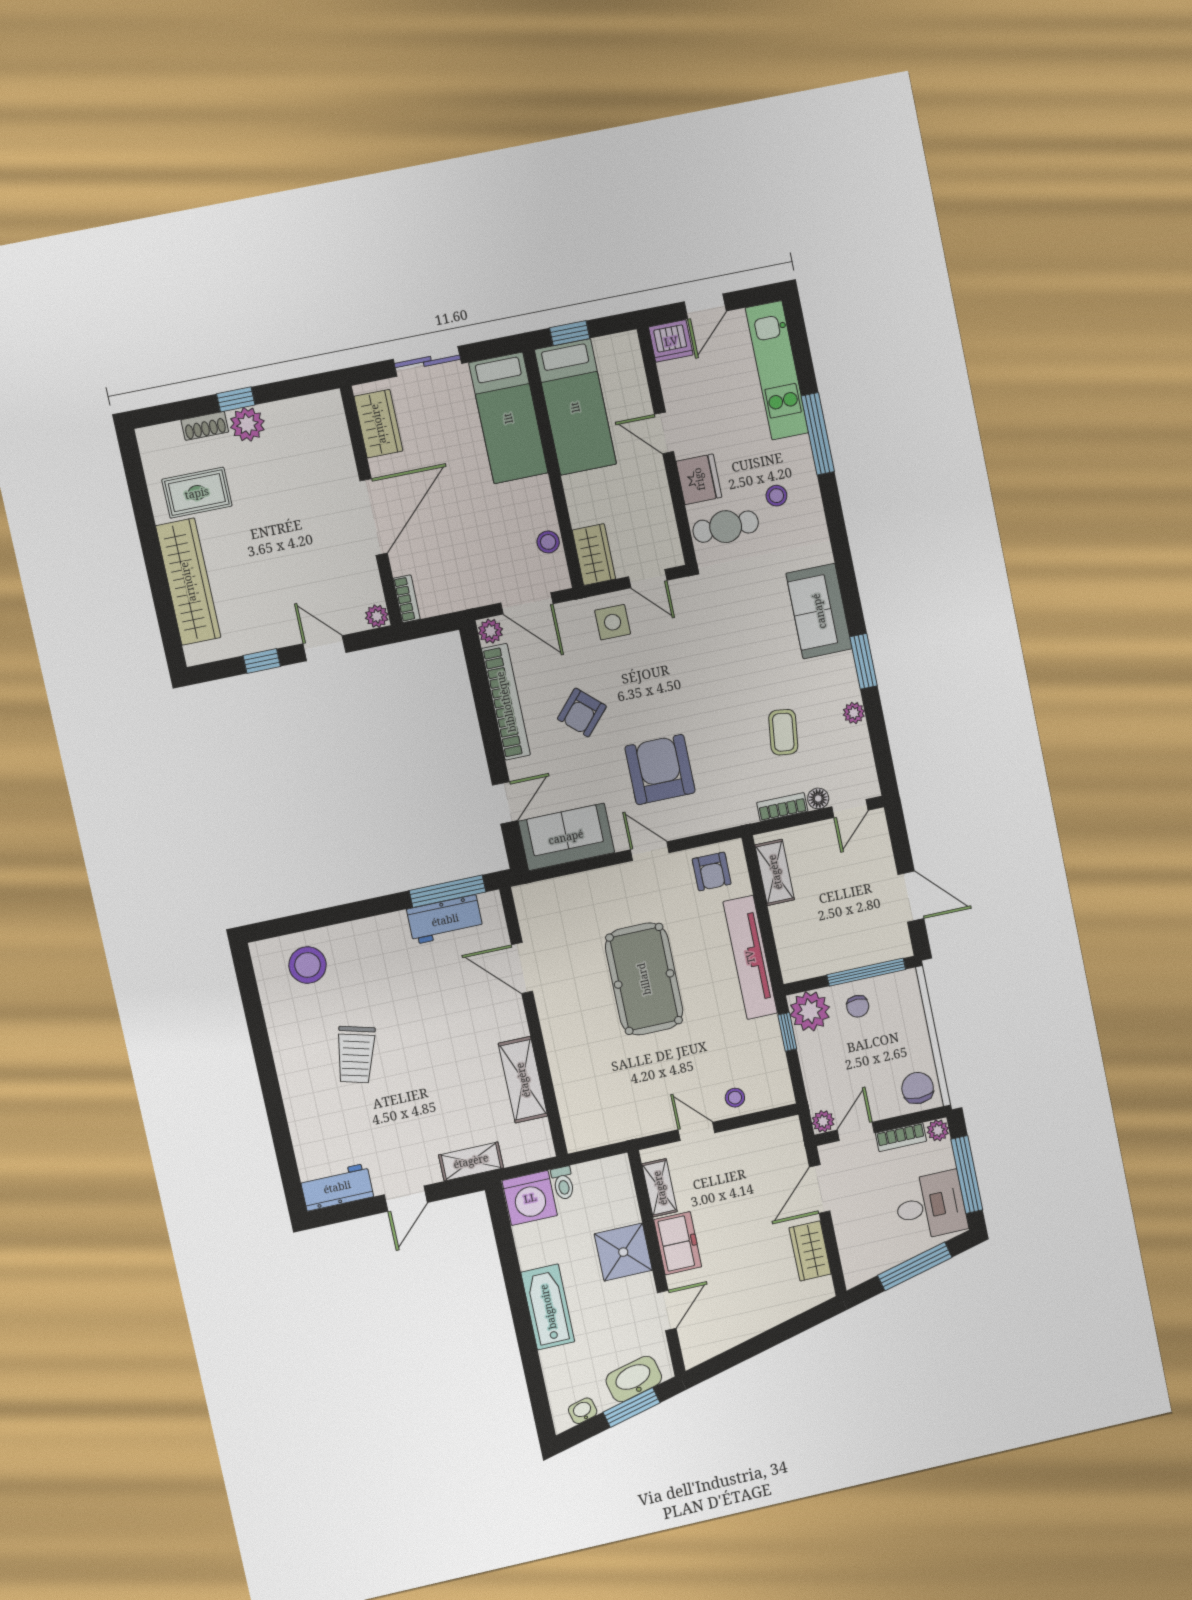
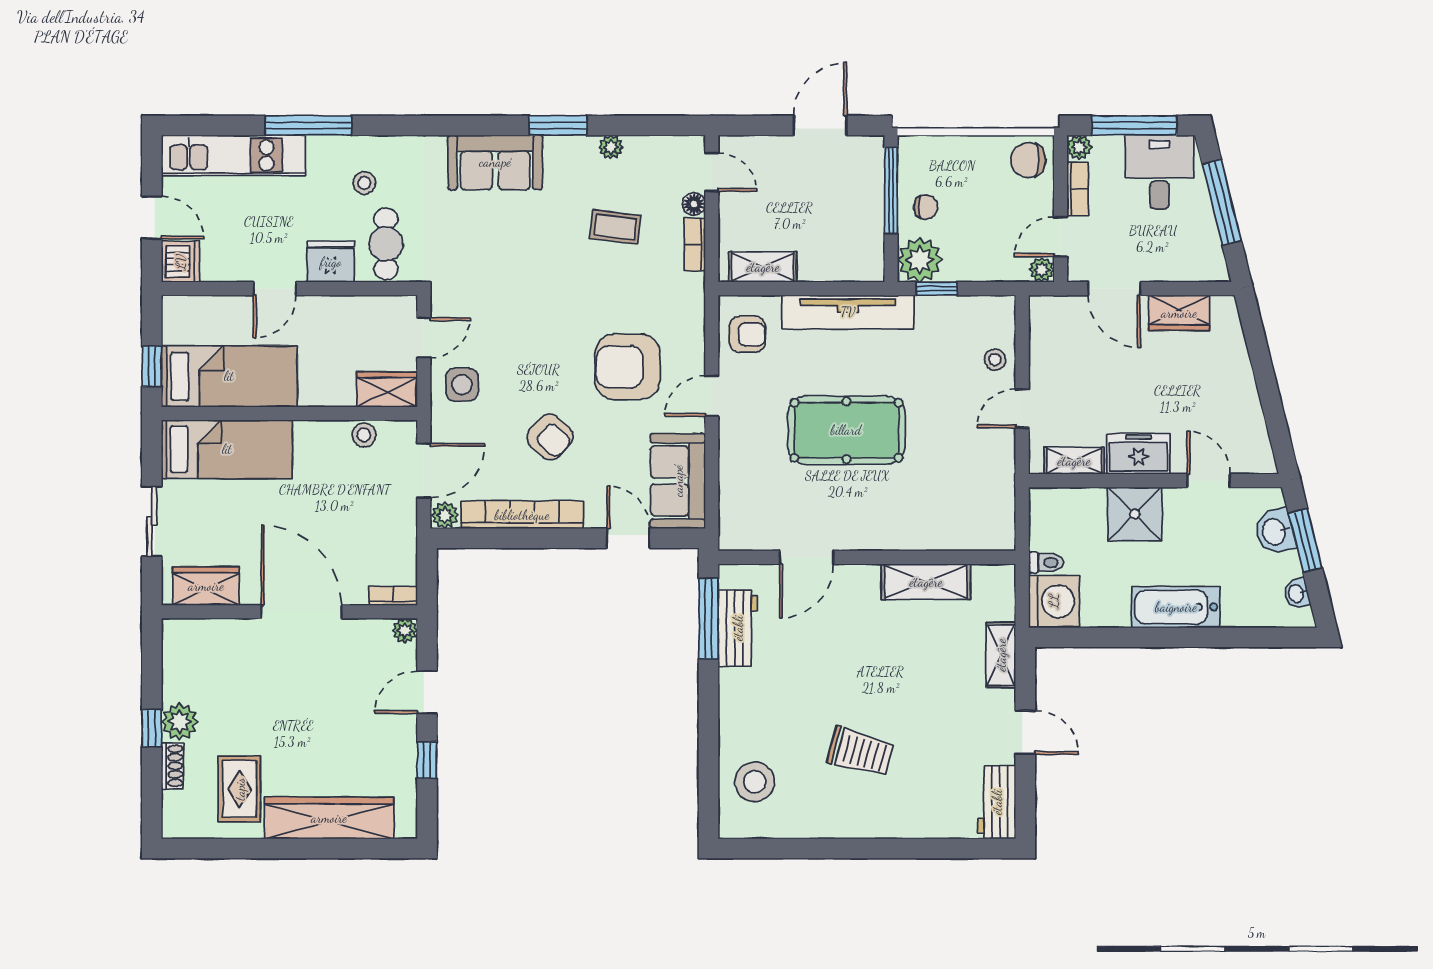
door: (856, 1131) -> (1061, 237), hinge flipped
washbasin: (634, 1379) -> (1275, 531), width x0.72

